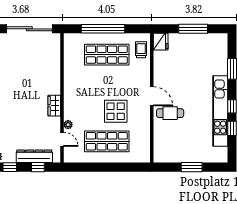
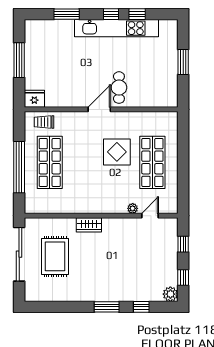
rug: (28, 59) -> (55, 256), added
wardrobe: (54, 106) -> (89, 225), moved
dresser: (34, 156) -> (170, 248), removed

